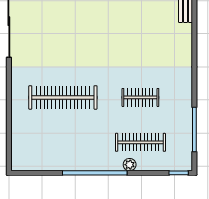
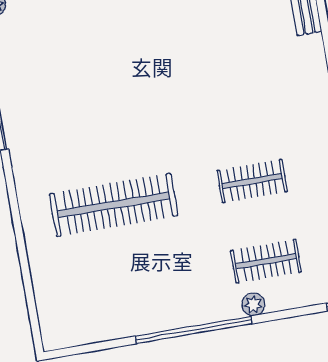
clothes rail: (140, 142) -> (266, 261), width x0.73

